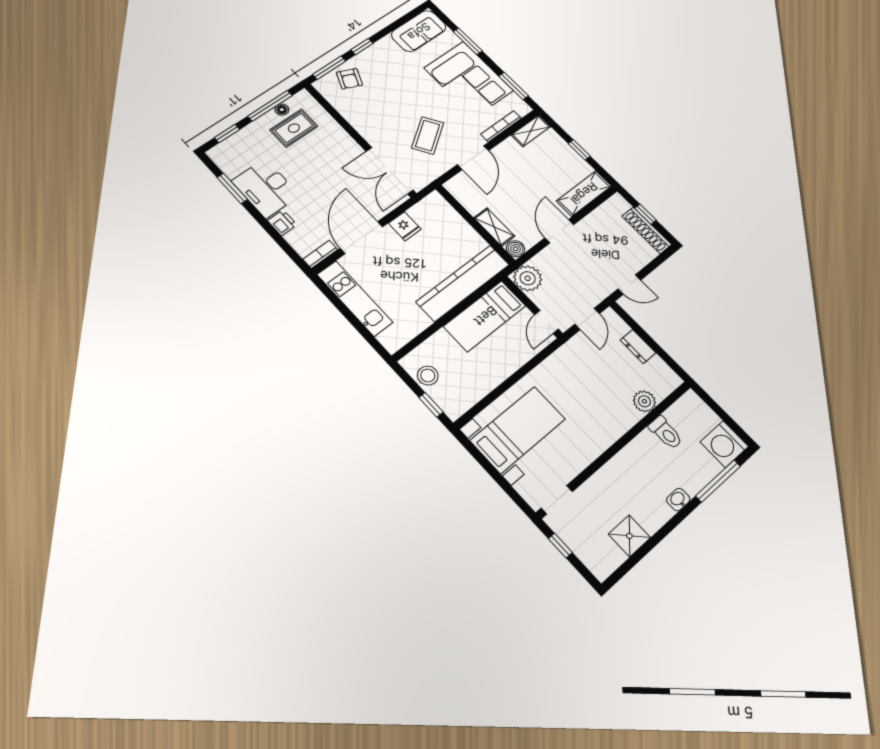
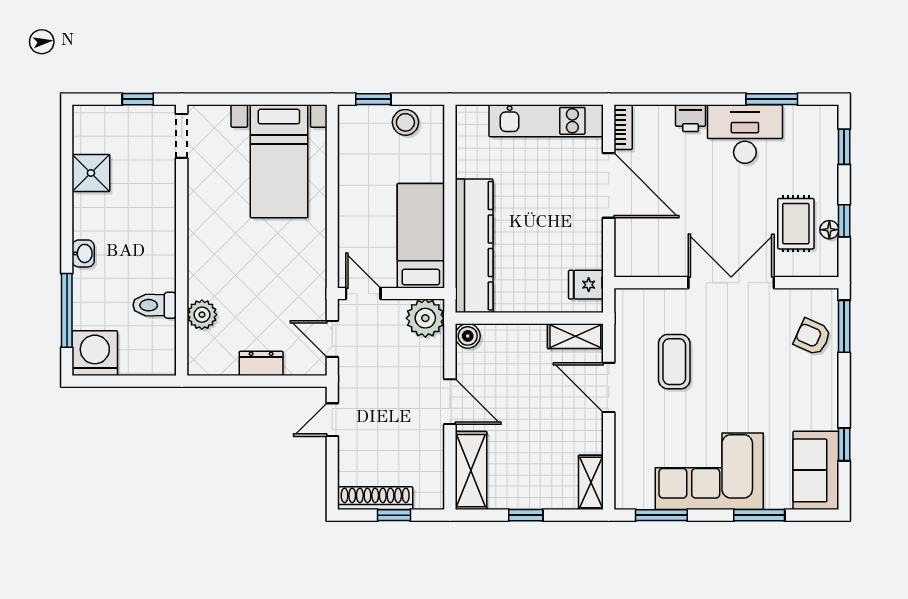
window: (362, 47) -> (844, 444), moved
window: (270, 106) -> (844, 221), width x0.46
bookcase: (501, 126) -> (622, 454), removed
coffee table: (428, 135) -> (674, 362), turned 33
double door: (390, 171) -> (731, 283), moved
fridge: (405, 226) -> (586, 285), moved
shelving: (494, 227) -> (575, 336), moved

